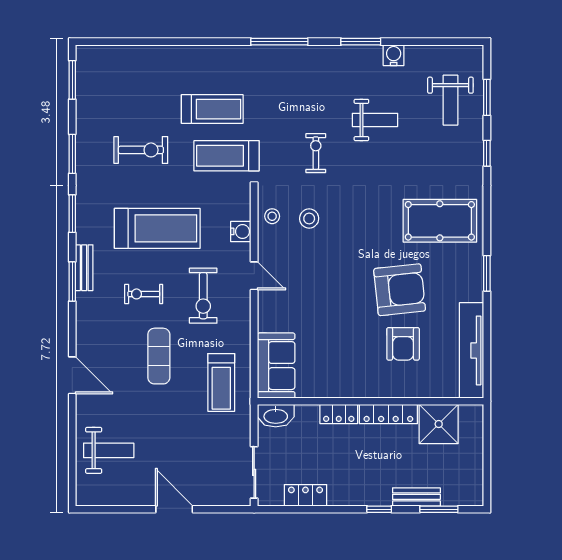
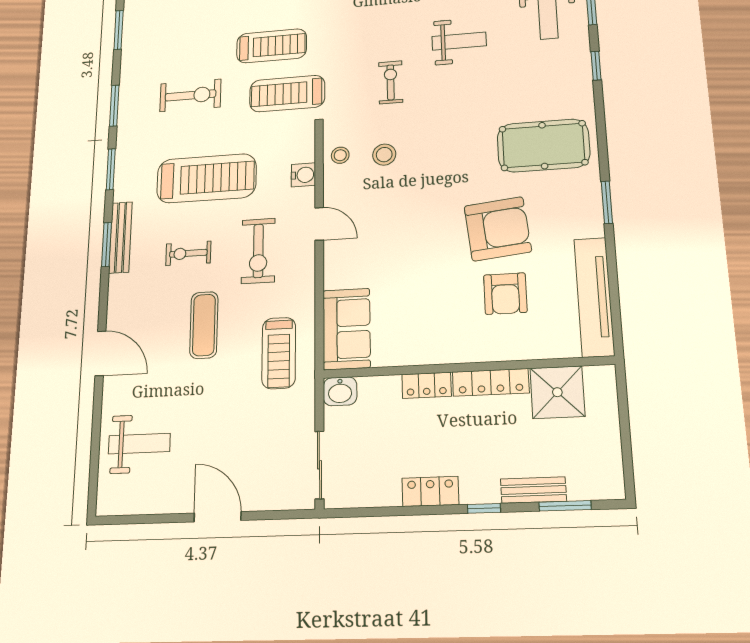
bench: (84, 268) -> (120, 237), width x1.36
washbasin: (276, 416) -> (340, 391), width x0.72
locker: (305, 495) -> (430, 491), moved

